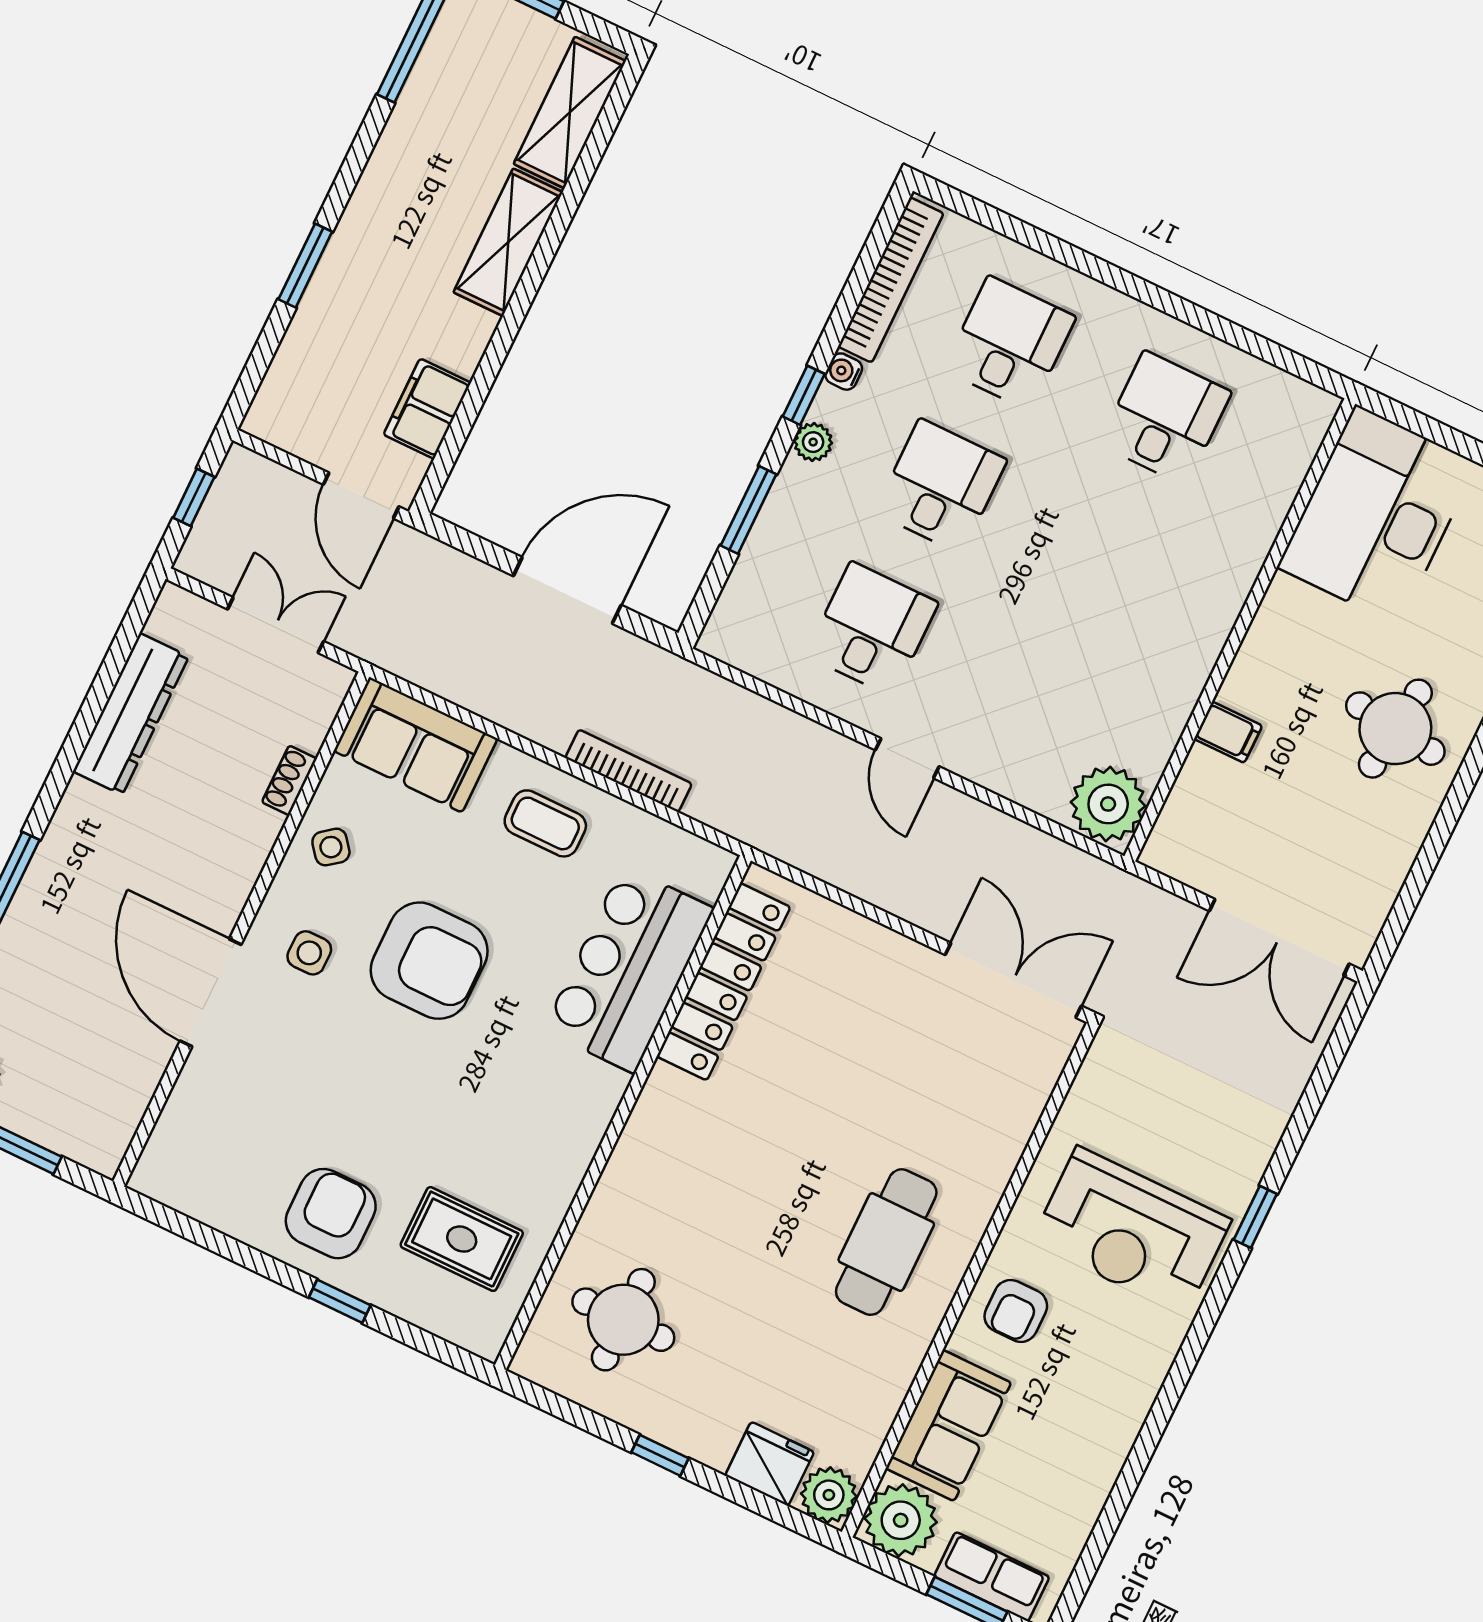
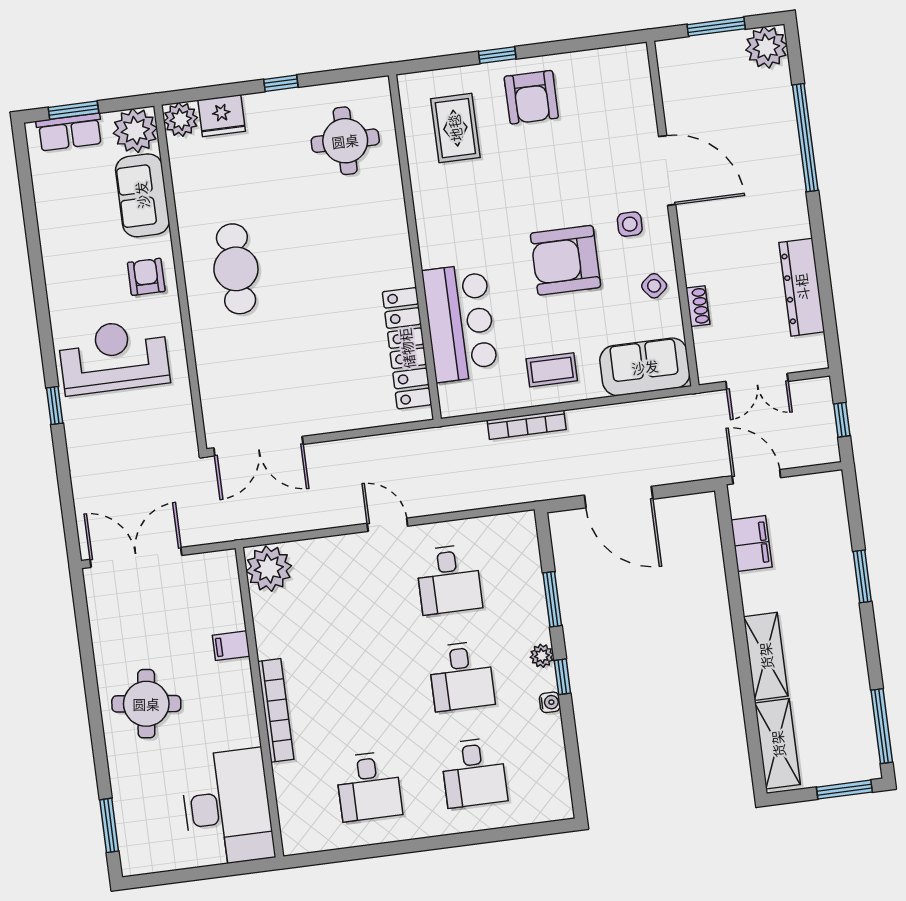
bookcase: (891, 280) -> (276, 710), moved, turned 180
door: (567, 590) -> (619, 497), hinge flipped
rug: (462, 1239) -> (455, 128), turned 90

